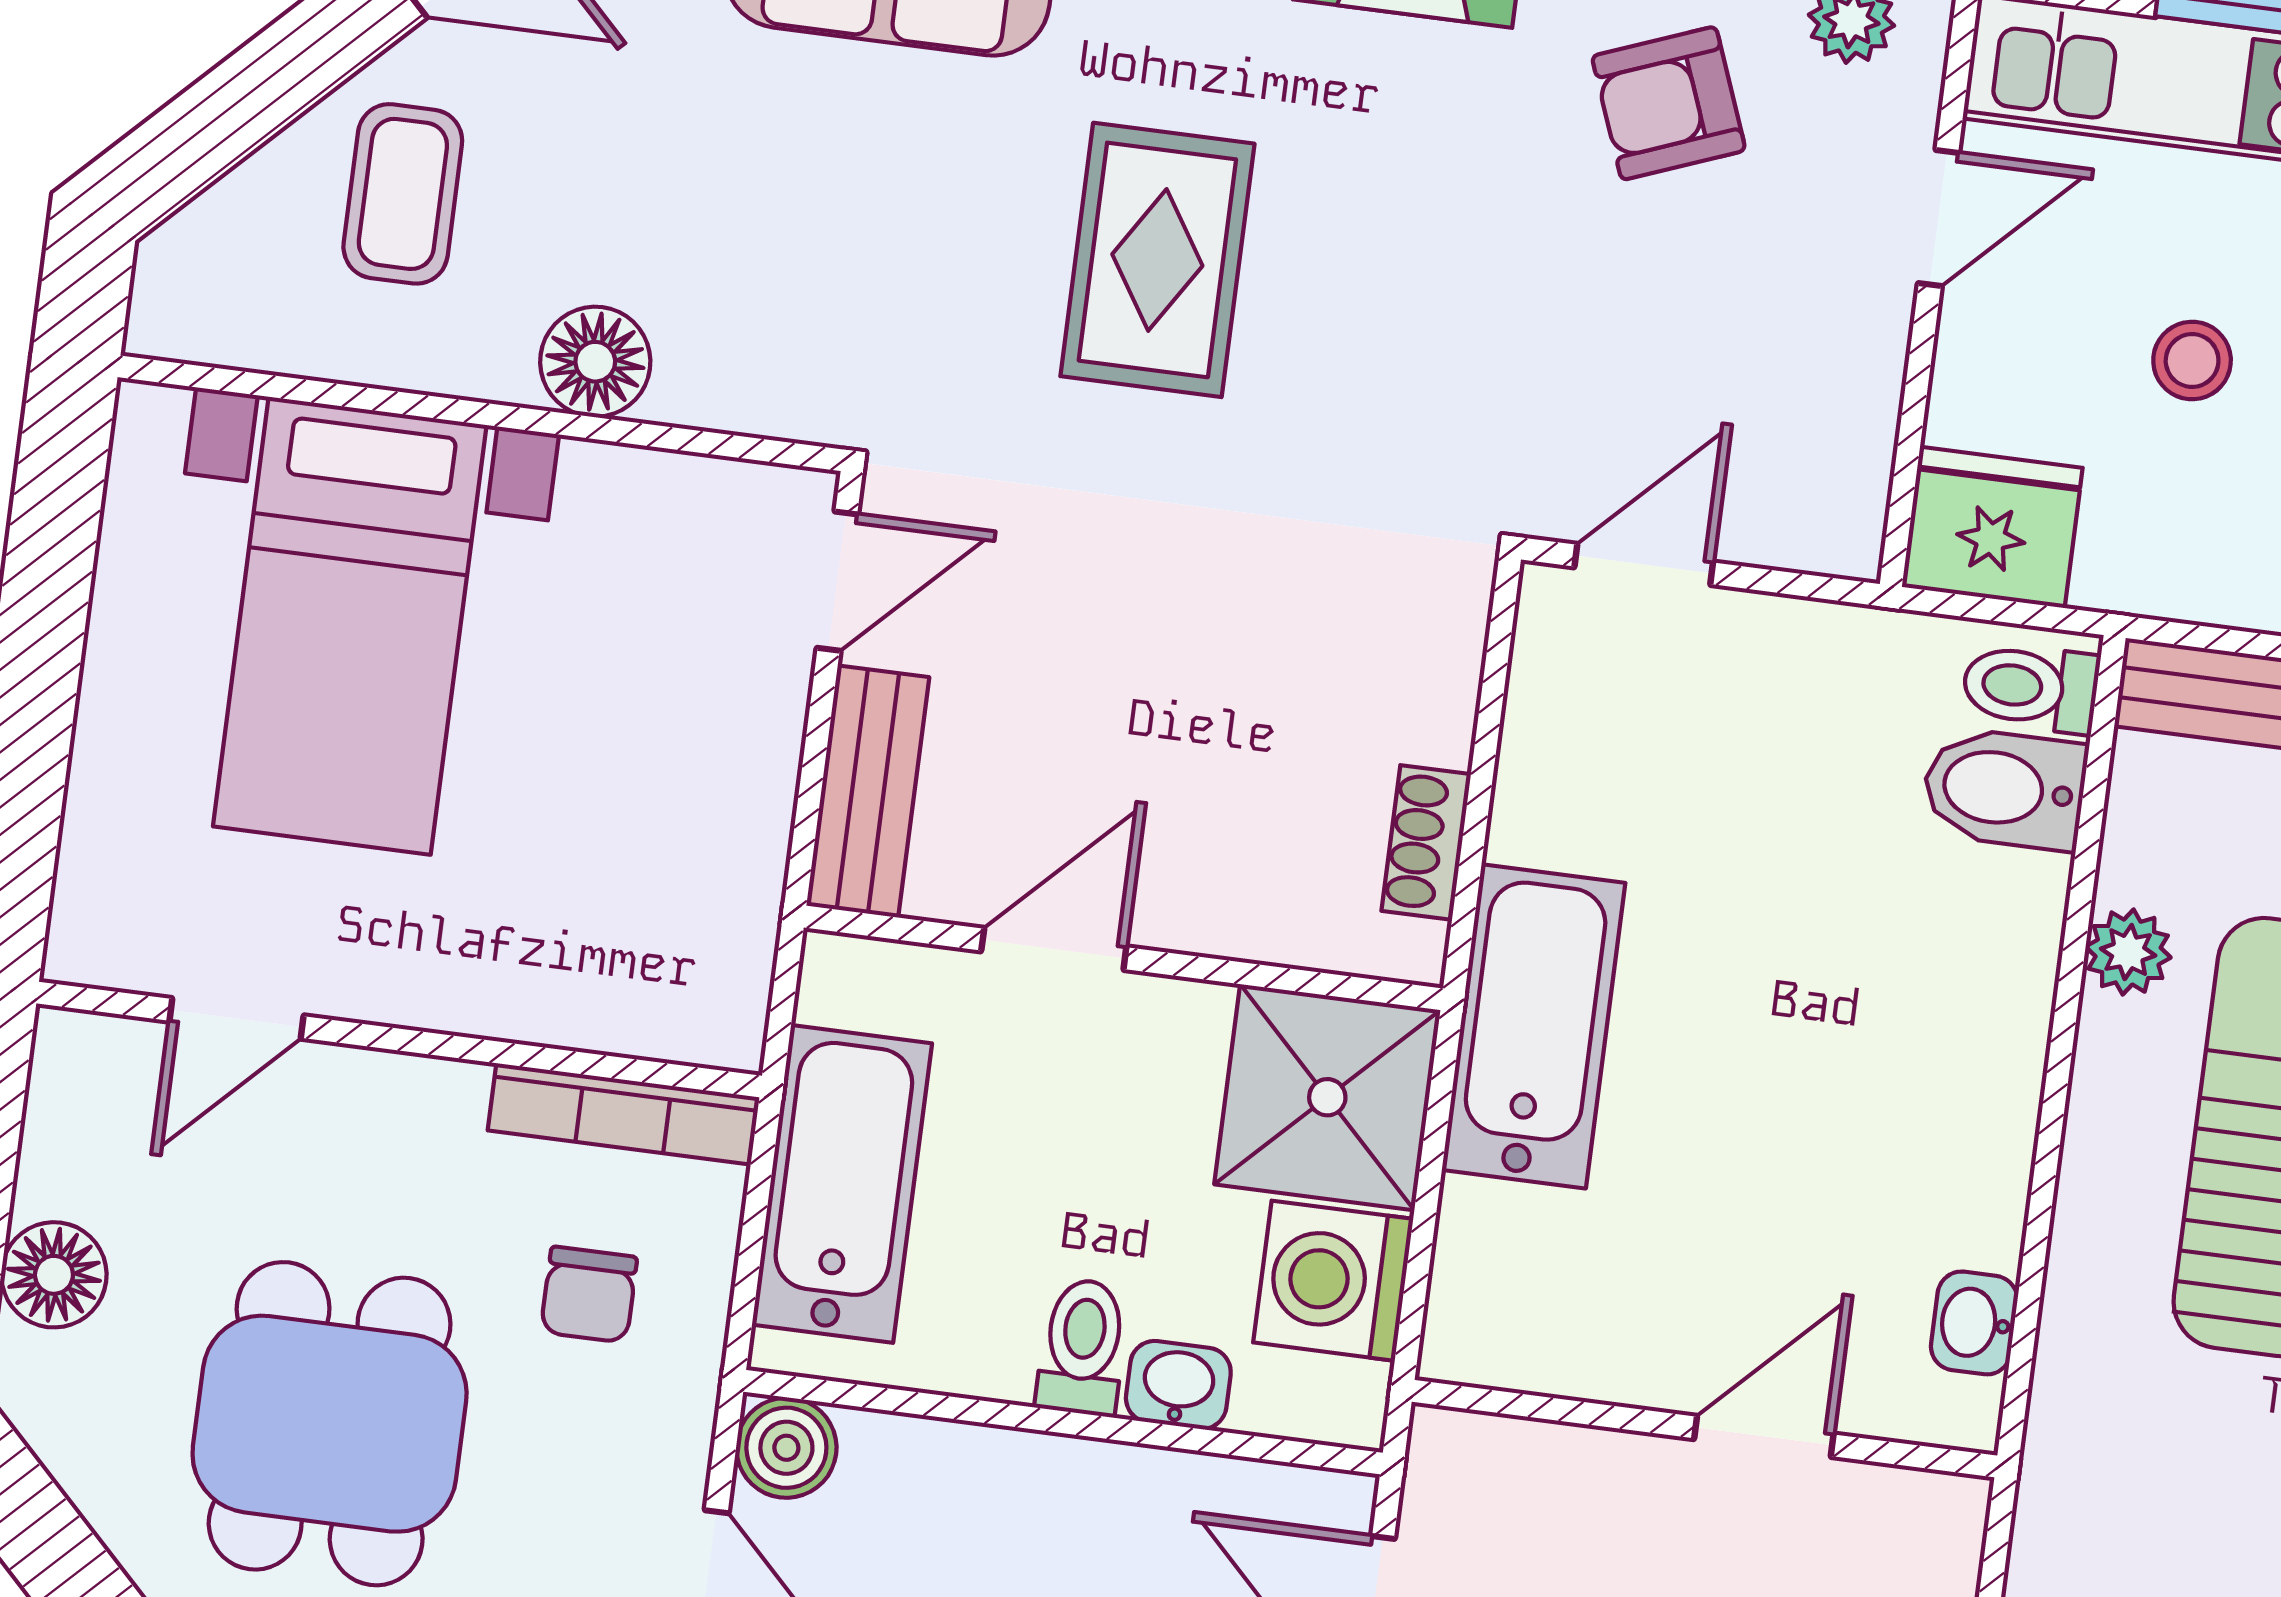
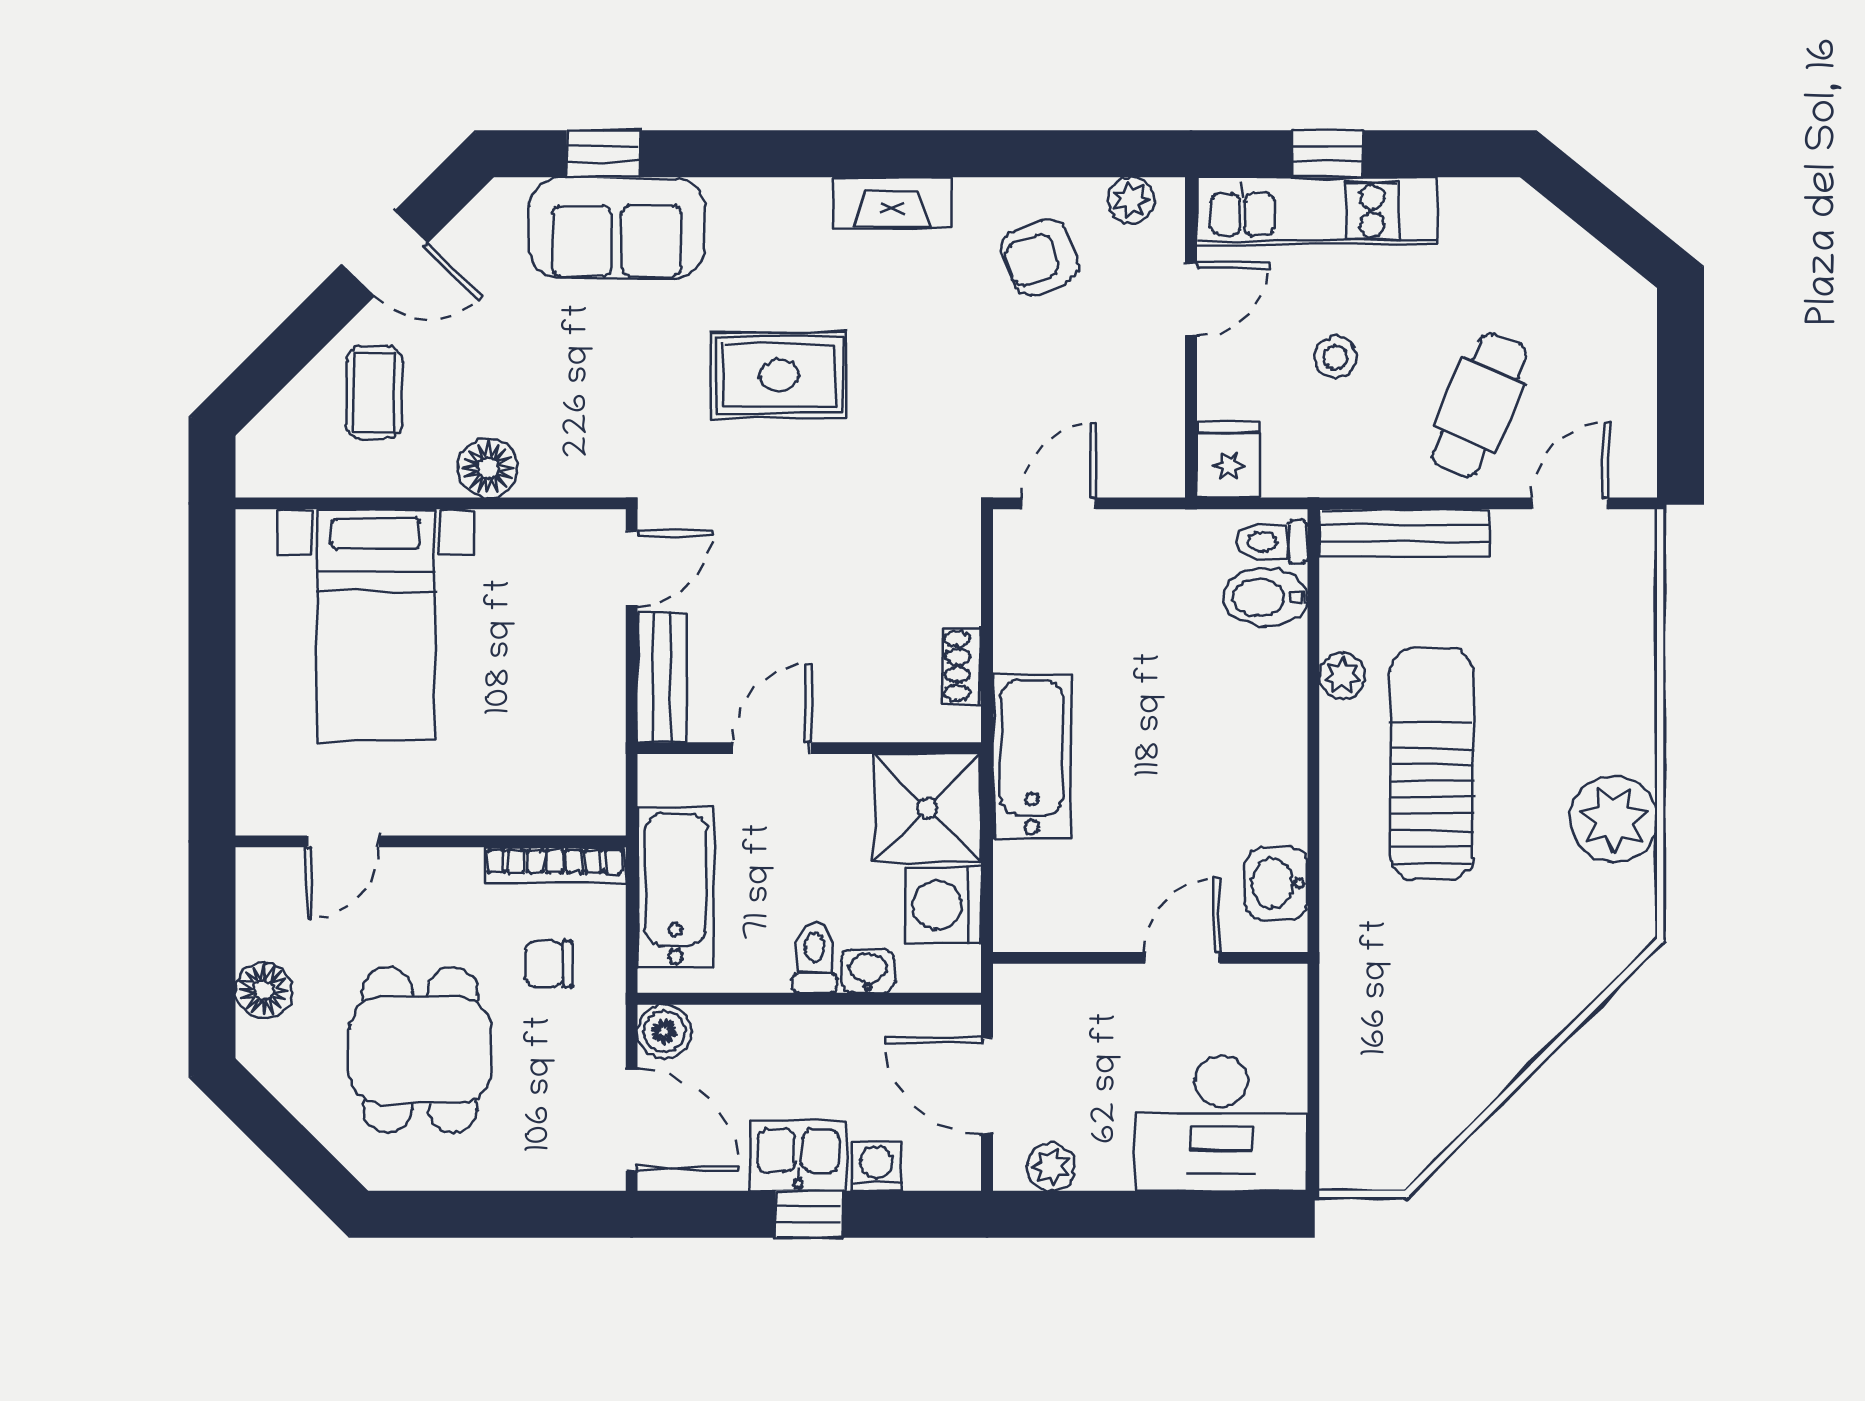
rug: (1157, 260) -> (779, 375), turned 90
fridge: (1992, 527) -> (1229, 460), width x0.72
chair: (589, 1295) -> (549, 964), turned 90
washbasin: (1974, 1323) -> (1276, 883), width x1.38, depth x1.45

